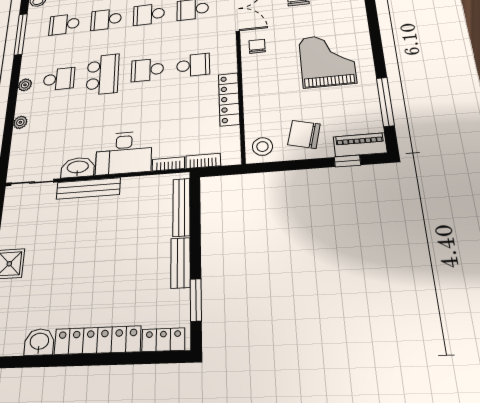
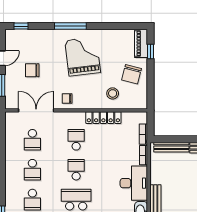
grand piano: (327, 60) -> (83, 56), turned 83
school desk: (147, 70) -> (76, 170), turned 180
window: (385, 102) -> (70, 26), moved
stool: (262, 147) -> (113, 93), moved

